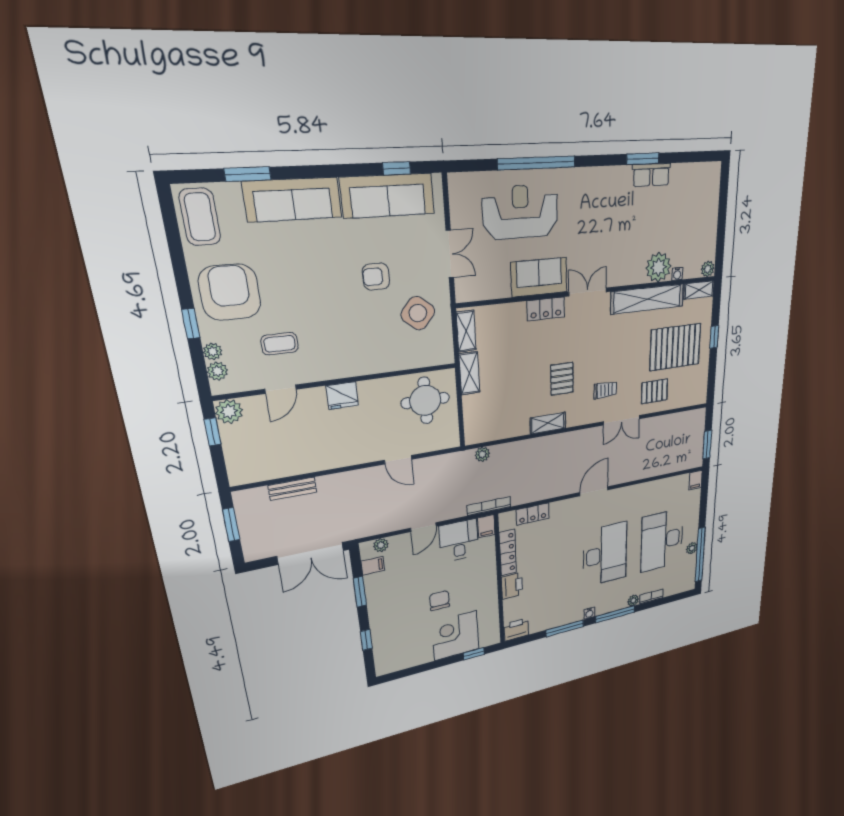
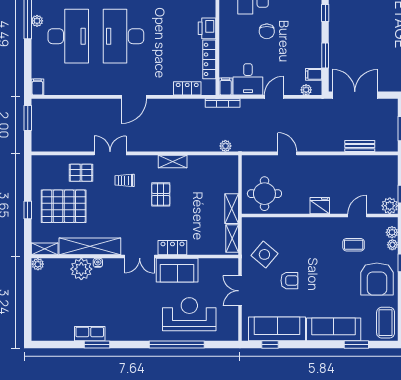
reception desk: (521, 212) -> (189, 314), turned 180
water cooler: (677, 274) -> (98, 263), moved

